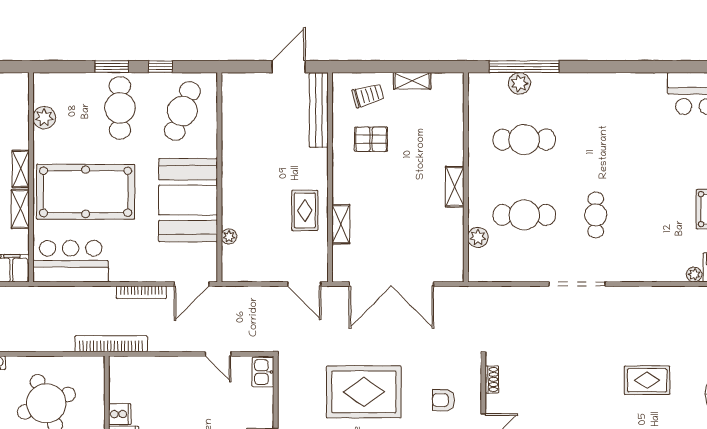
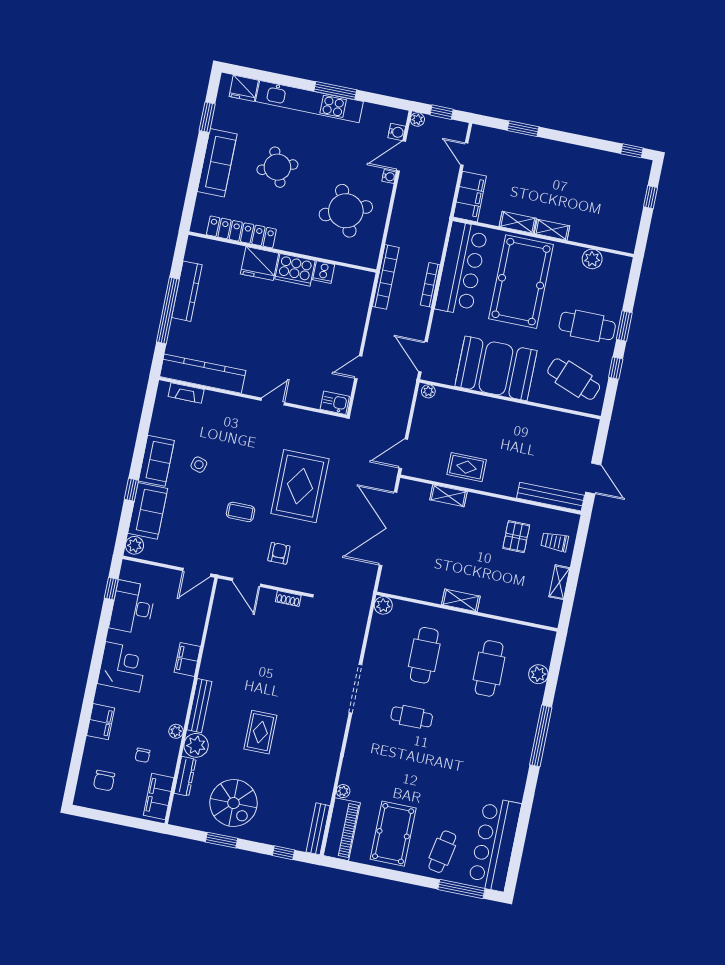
window: (524, 67) -> (541, 736), moved
trolley: (368, 95) -> (555, 542), turned 106
plant: (229, 237) -> (428, 391), moved
plant: (478, 237) -> (383, 605), moved
bar counter: (71, 261) -> (461, 268), width x1.36
bookcase: (141, 292) -> (430, 285), moved

